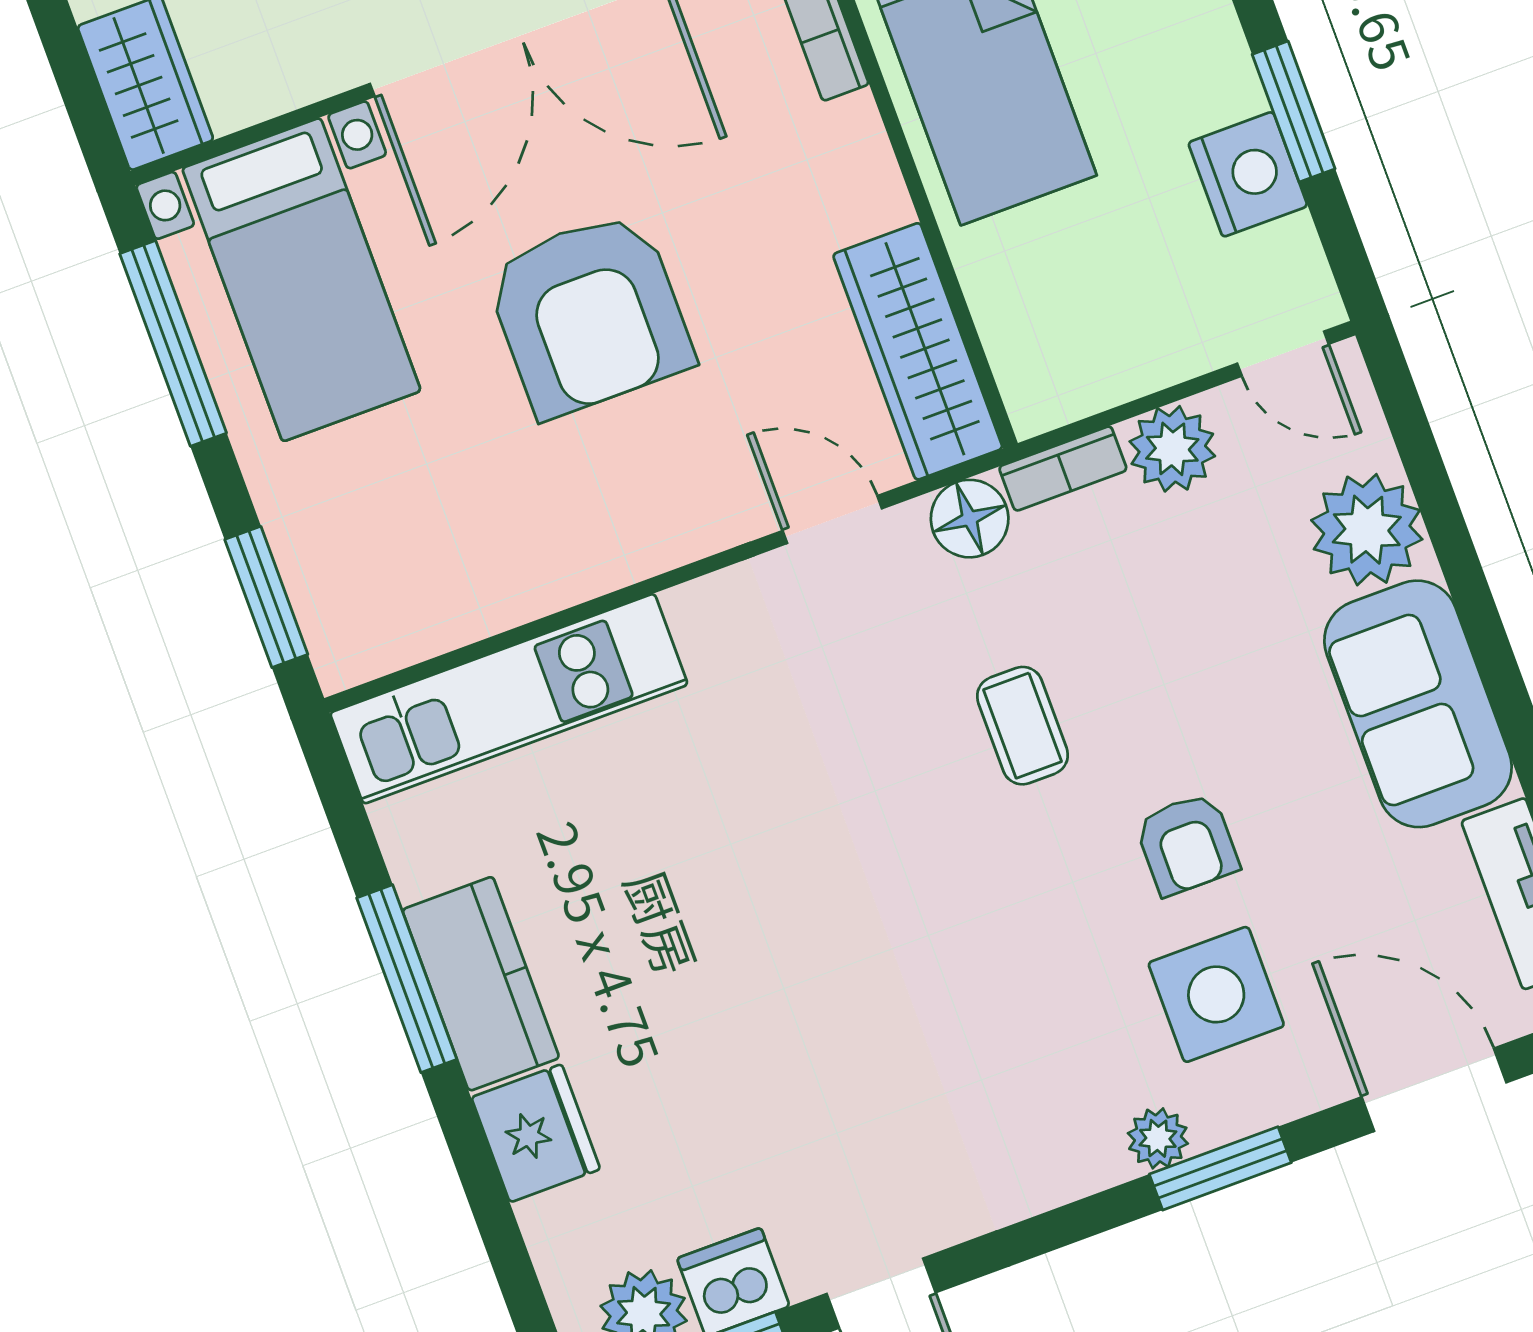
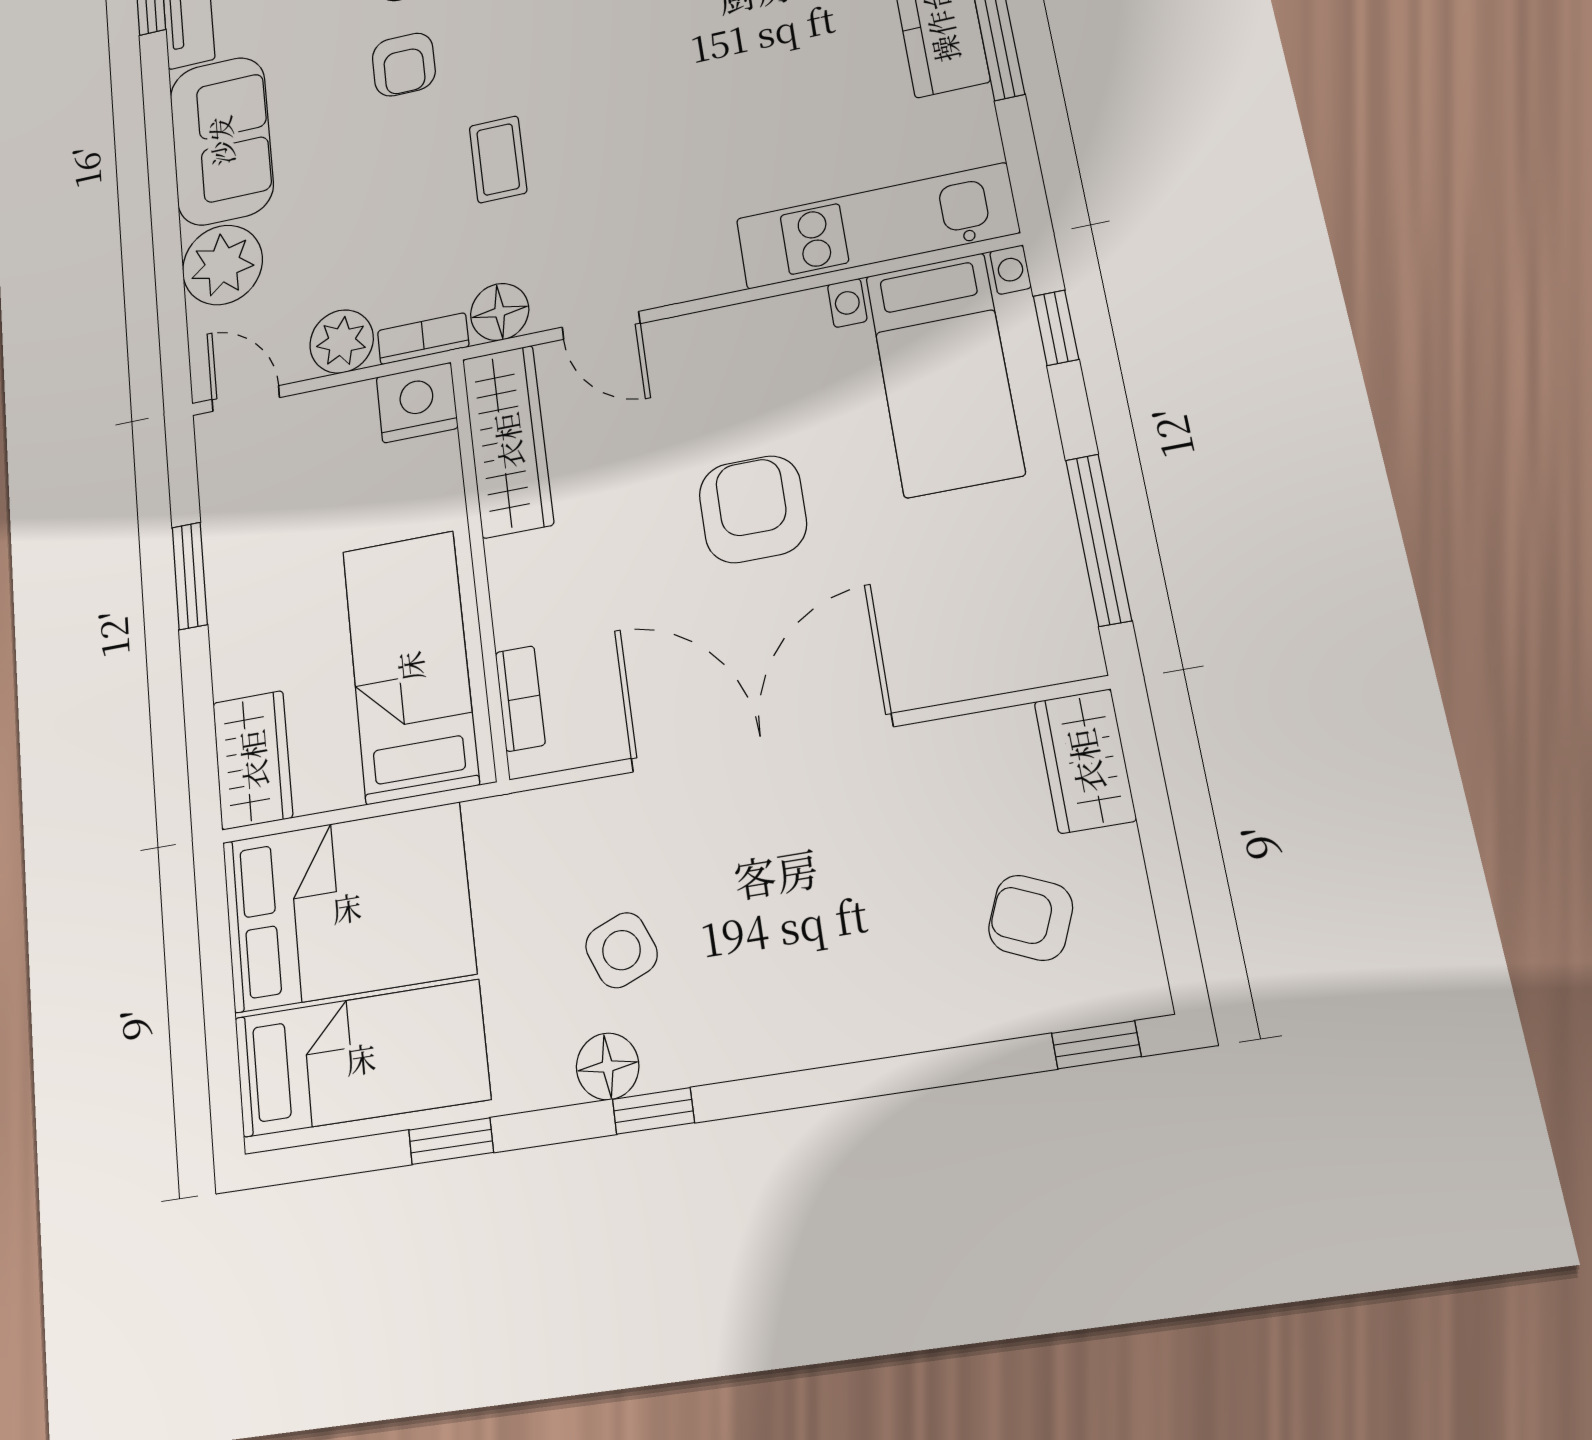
nightstand: (1248, 174) -> (417, 403), moved, turned 90
bed with nightstands: (301, 280) -> (944, 374), moved, turned 180
armchair: (589, 314) -> (753, 509), width x0.73, depth x0.73
window: (266, 597) -> (1056, 328), width x0.67
armchair: (1187, 844) -> (404, 65), turned 180

